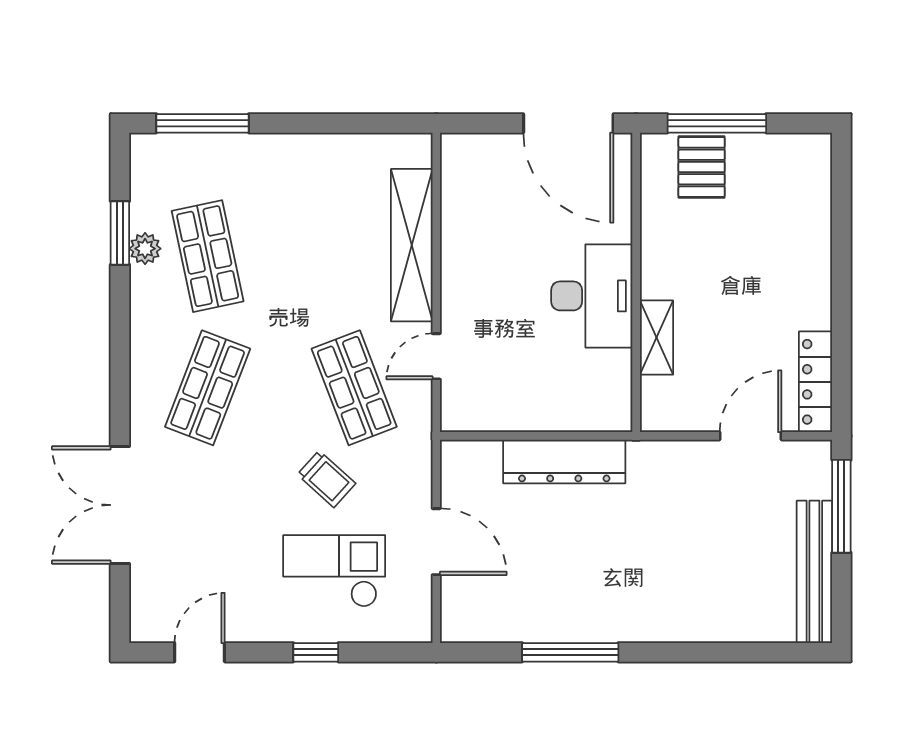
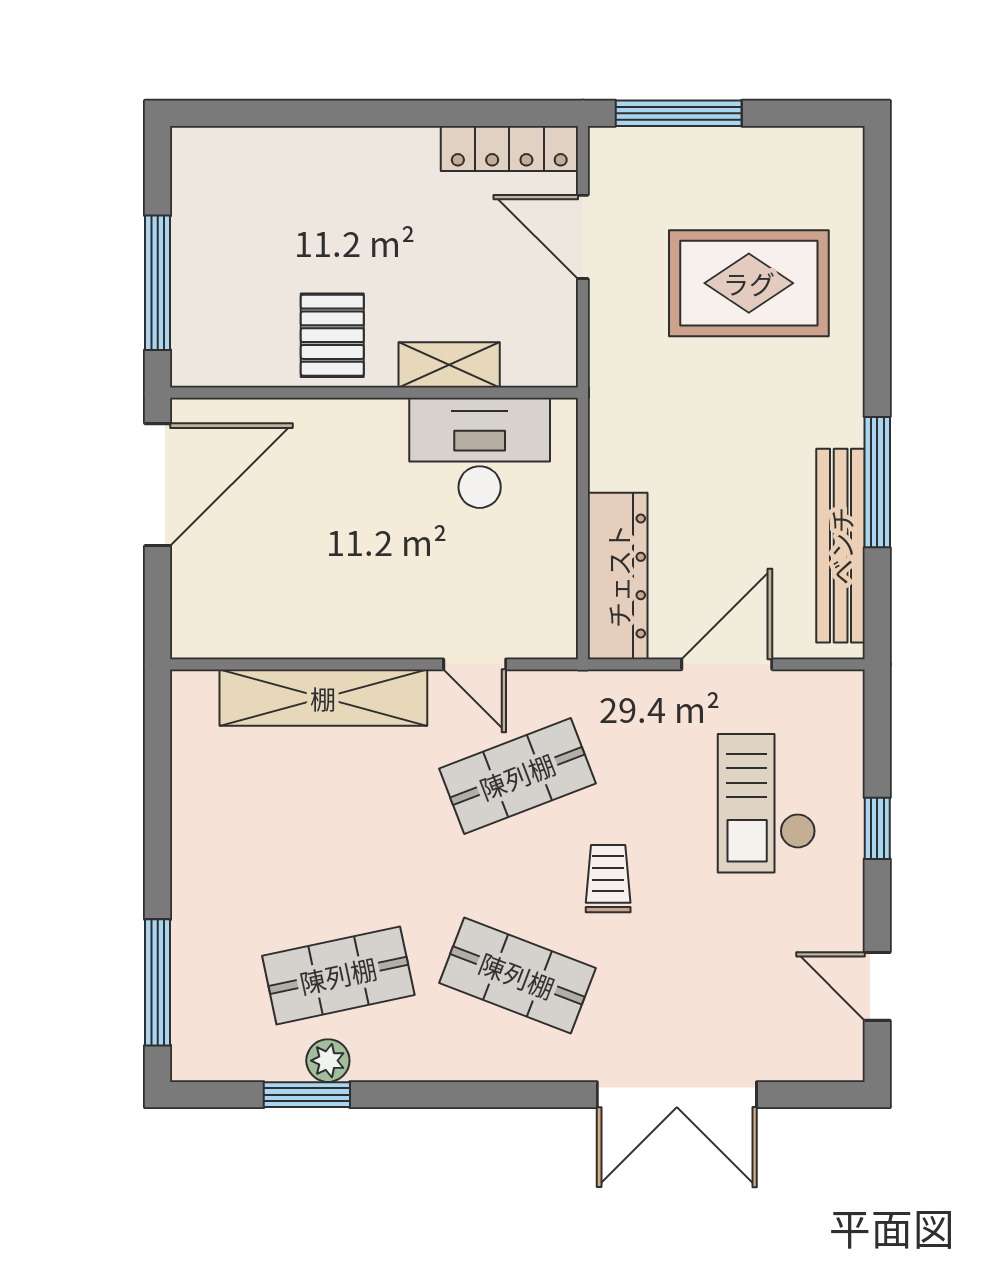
pallet: (702, 167) -> (332, 335), moved, turned 90
desk: (592, 296) -> (480, 453), moved
dresser: (564, 461) -> (618, 576), moved
trolley: (326, 479) -> (608, 879), moved, turned -42
rug: (716, 558) -> (749, 283), added
bench: (814, 572) -> (841, 546), moved, turned 90

